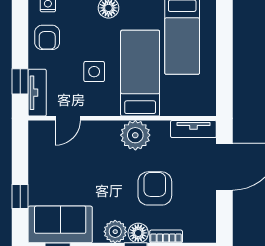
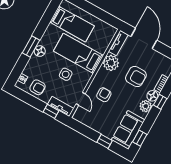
plant: (135, 135) -> (111, 63), moved
armchair: (96, 153) -> (104, 95), added
armchair: (155, 188) -> (136, 76), turned 180

